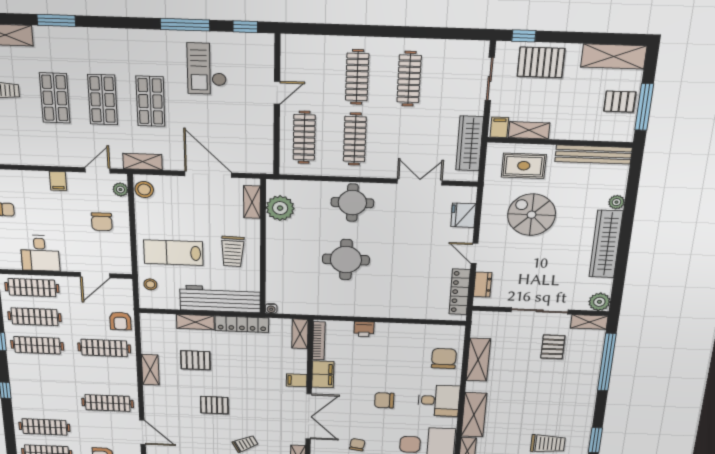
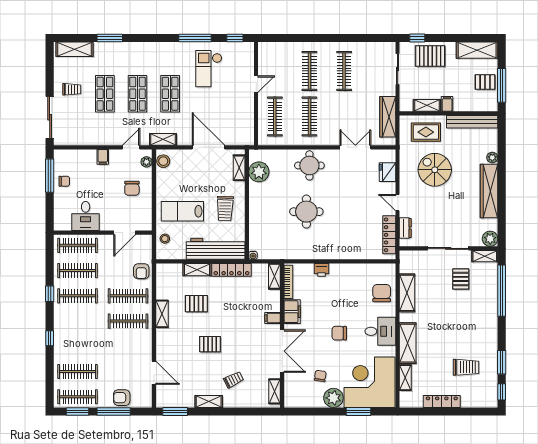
filing cabinet: (499, 127) -> (447, 104), moved
clothes rail: (108, 403) -> (128, 321), moved

